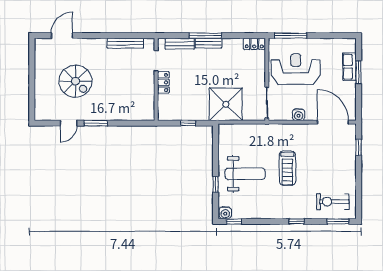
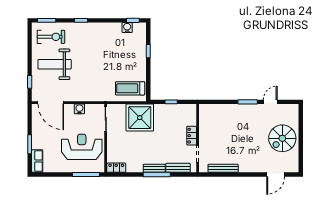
row of seats: (349, 67) -> (37, 161), moved
reception desk: (296, 69) -> (82, 147), turned 180
spiral stairs: (75, 81) -> (282, 138), moved, turned -90
treadmill: (287, 168) -> (130, 88), moved, turned -90
weight bench: (245, 174) -> (55, 64), moved
water cooler: (225, 213) -> (127, 28), moved

